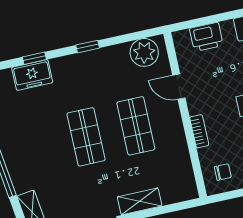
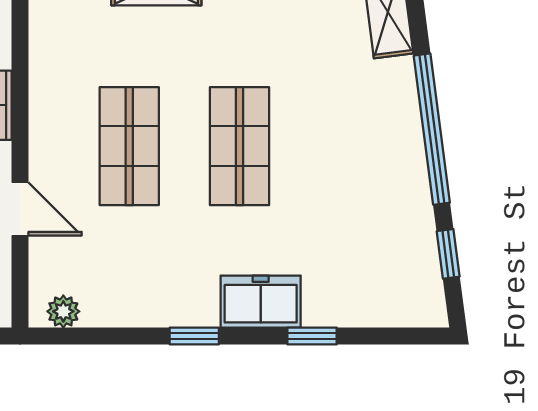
plant: (144, 52) -> (63, 311), width x0.53, depth x0.53
freezer: (32, 75) -> (261, 302), moved

